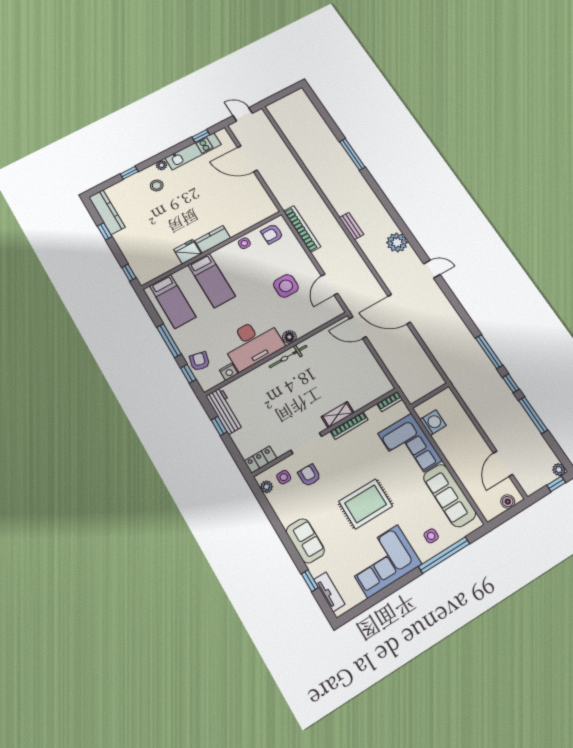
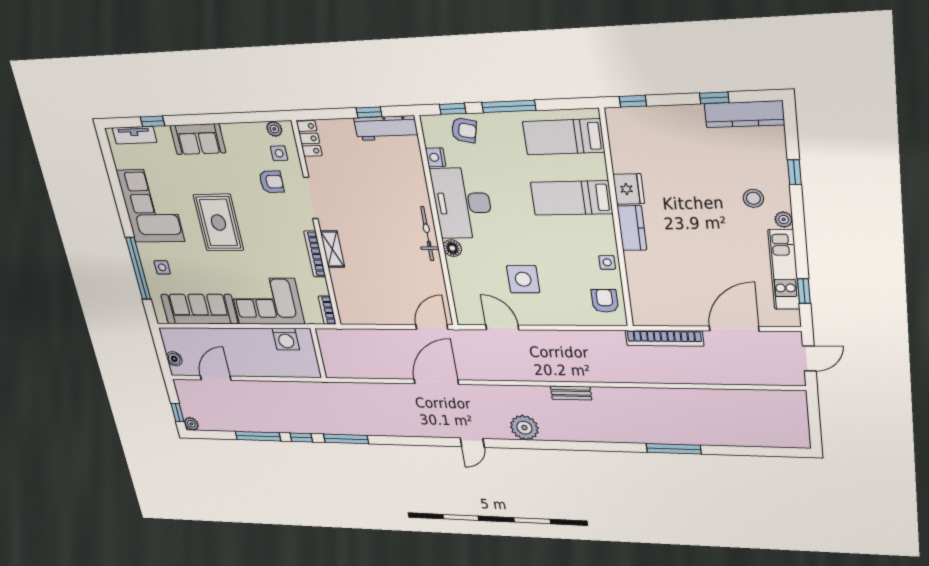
bookcase: (302, 229) -> (664, 338), moved
door: (503, 464) -> (216, 378), hinge flipped

